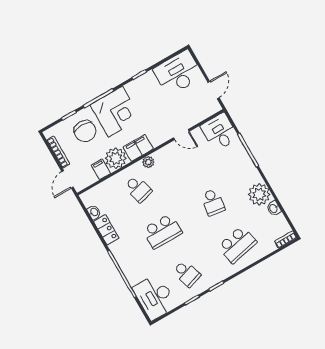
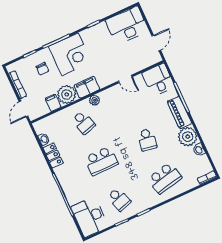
chair: (85, 131) -> (42, 69), width x0.54, depth x0.54
piano: (247, 167) -> (179, 112), added

